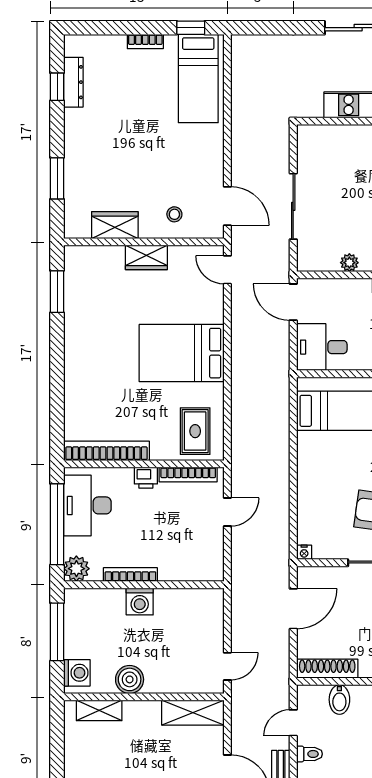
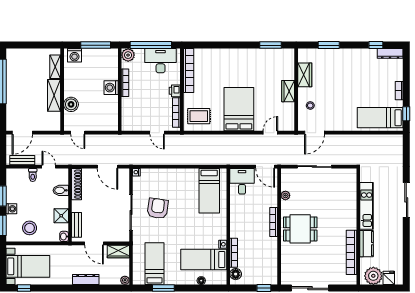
dresser: (73, 82) -> (390, 53), moved
door: (227, 270) -> (270, 133), moved
door: (293, 302) -> (265, 167), swing flipped
boiler: (130, 679) -> (71, 104), moved
shelving: (193, 713) -> (54, 95), moved

